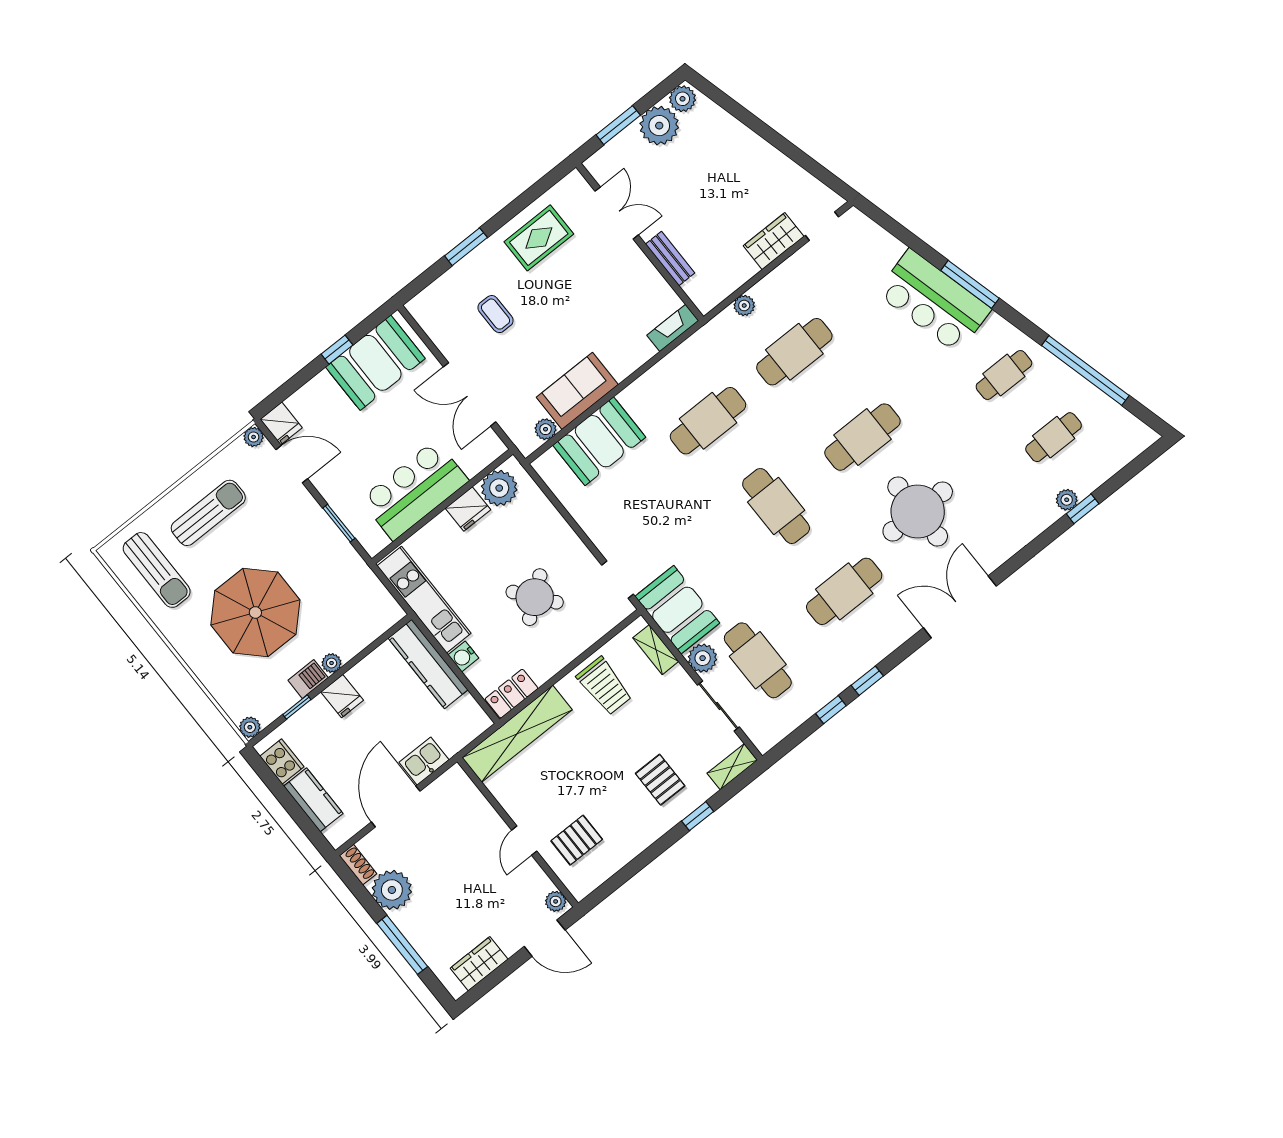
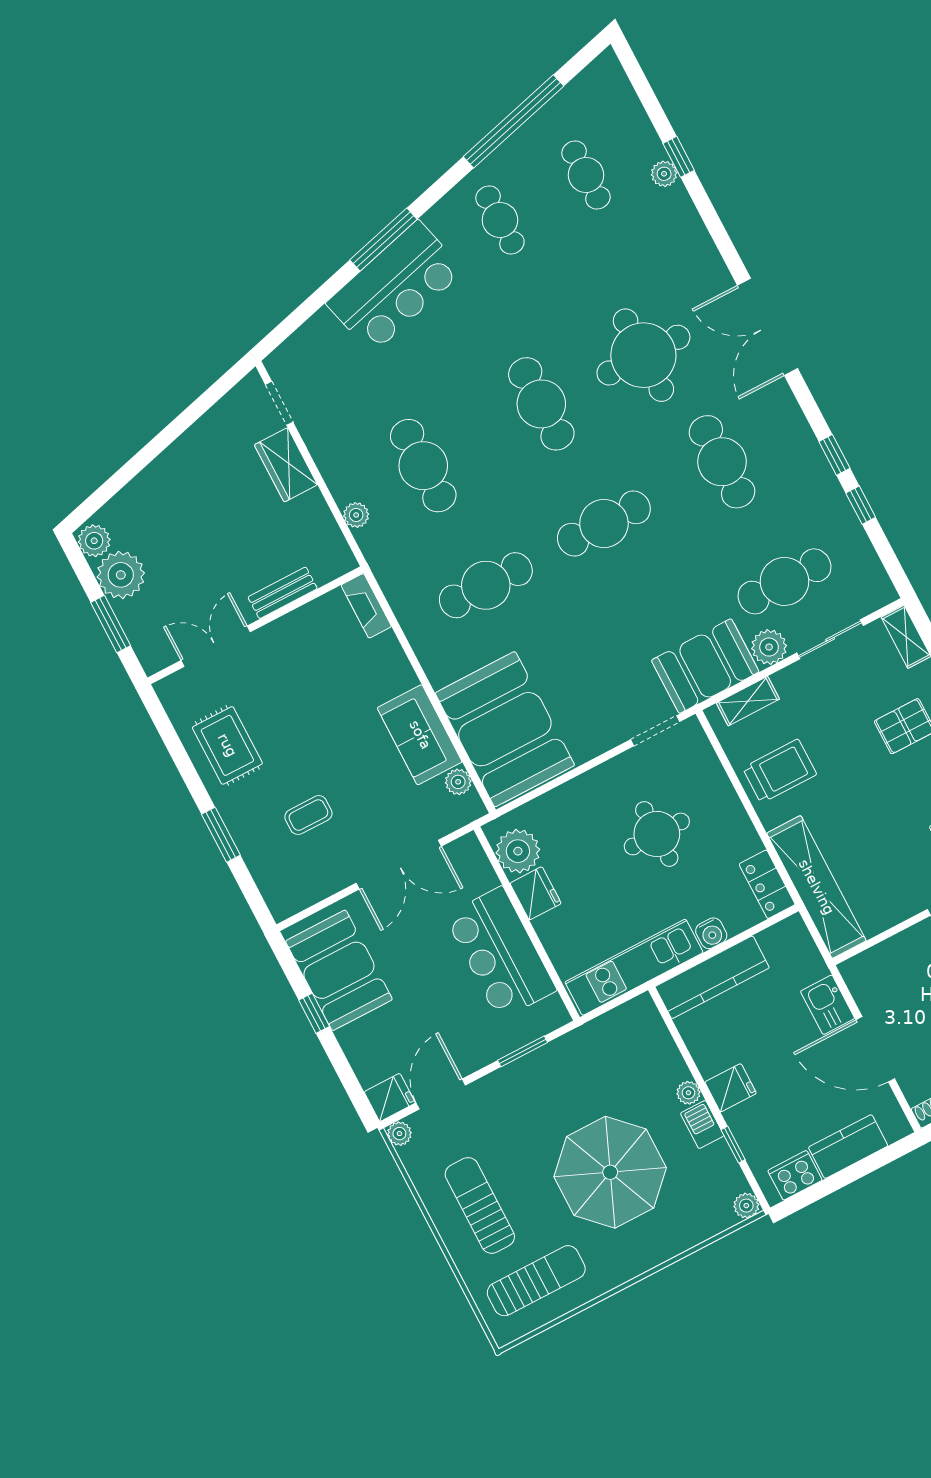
cafe table: (708, 421) -> (486, 585), turned 90
booth: (599, 441) -> (505, 729), width x1.36, depth x1.42
round table: (535, 597) -> (657, 834), turned 38

